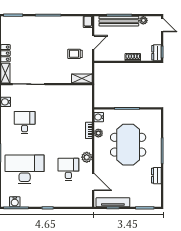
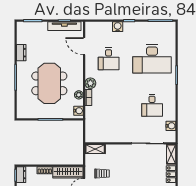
wardrobe: (109, 55) -> (68, 172), added
plant: (87, 157) -> (90, 83), moved
water cooler: (15, 202) -> (118, 27), moved

